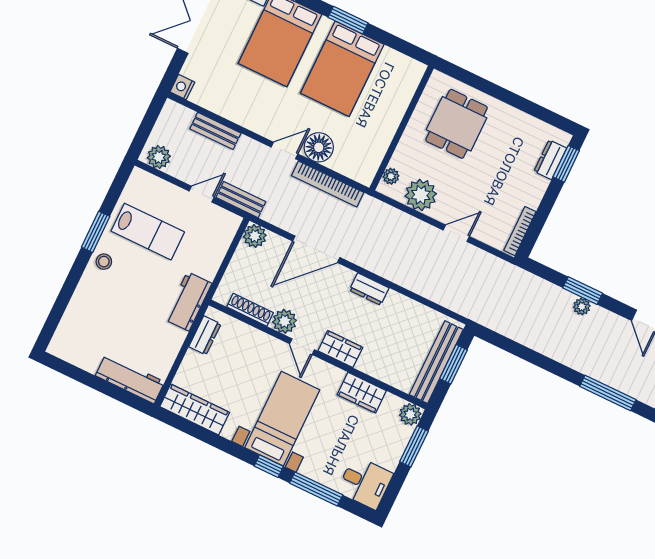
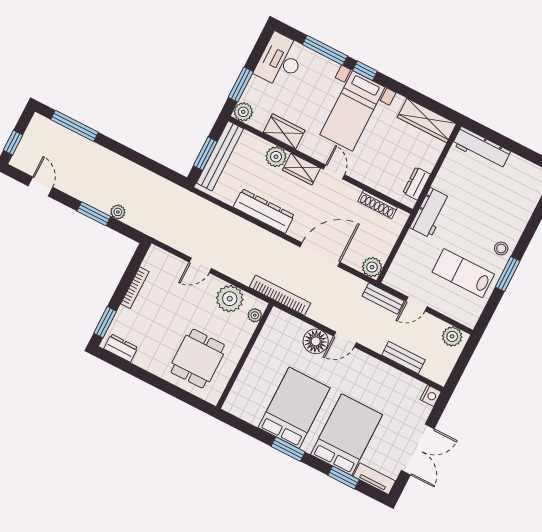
dresser: (550, 160) -> (121, 348), moved, turned -90
bookcase: (328, 184) -> (280, 295), moved
bookcase: (520, 231) -> (135, 288), moved
dresser: (369, 289) -> (264, 211), width x1.96, depth x1.24
plant: (582, 307) -> (118, 212), moved
plant: (285, 321) -> (276, 157), moved
desk: (365, 483) -> (280, 60), width x1.37

